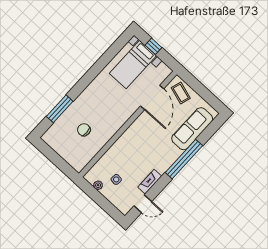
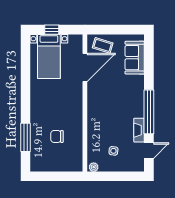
door: (152, 97) -> (85, 68), hinge flipped
sofa: (192, 129) -> (135, 58), width x0.73
window: (184, 159) -> (149, 112), moved
plant: (98, 185) -> (94, 167), moved

